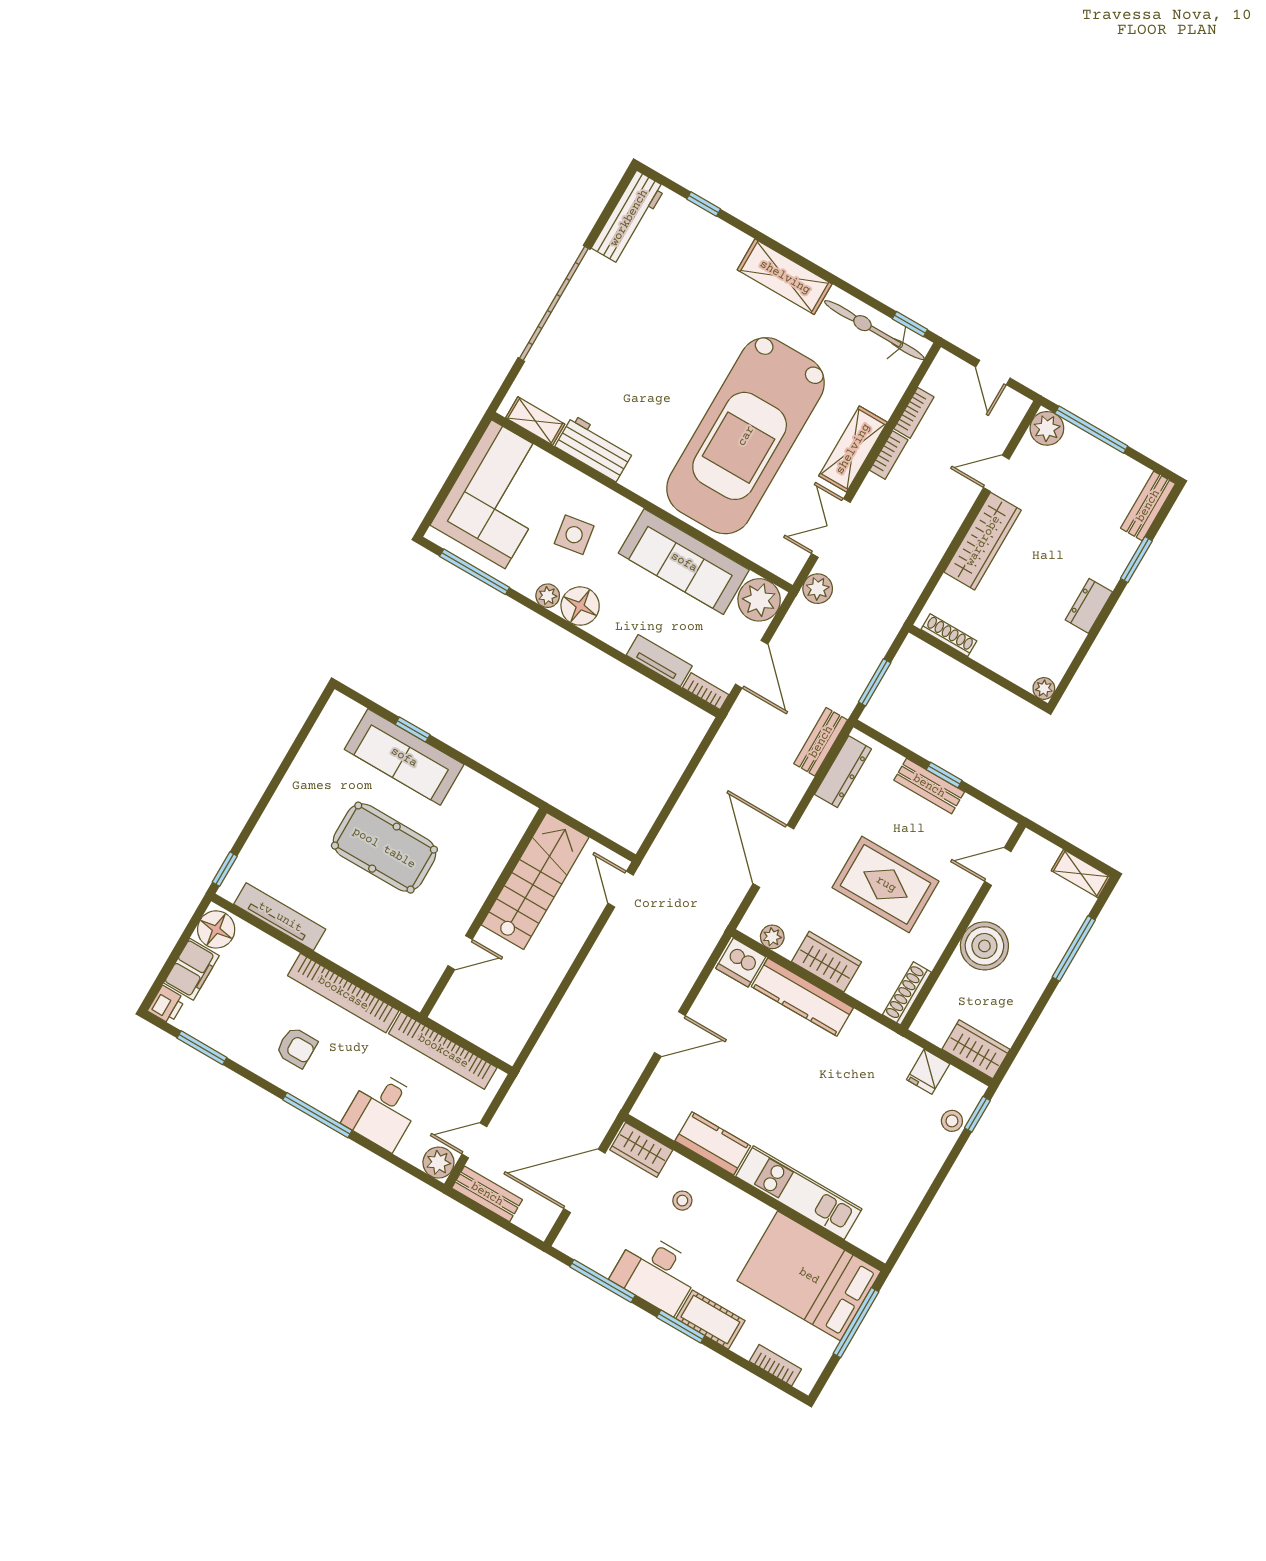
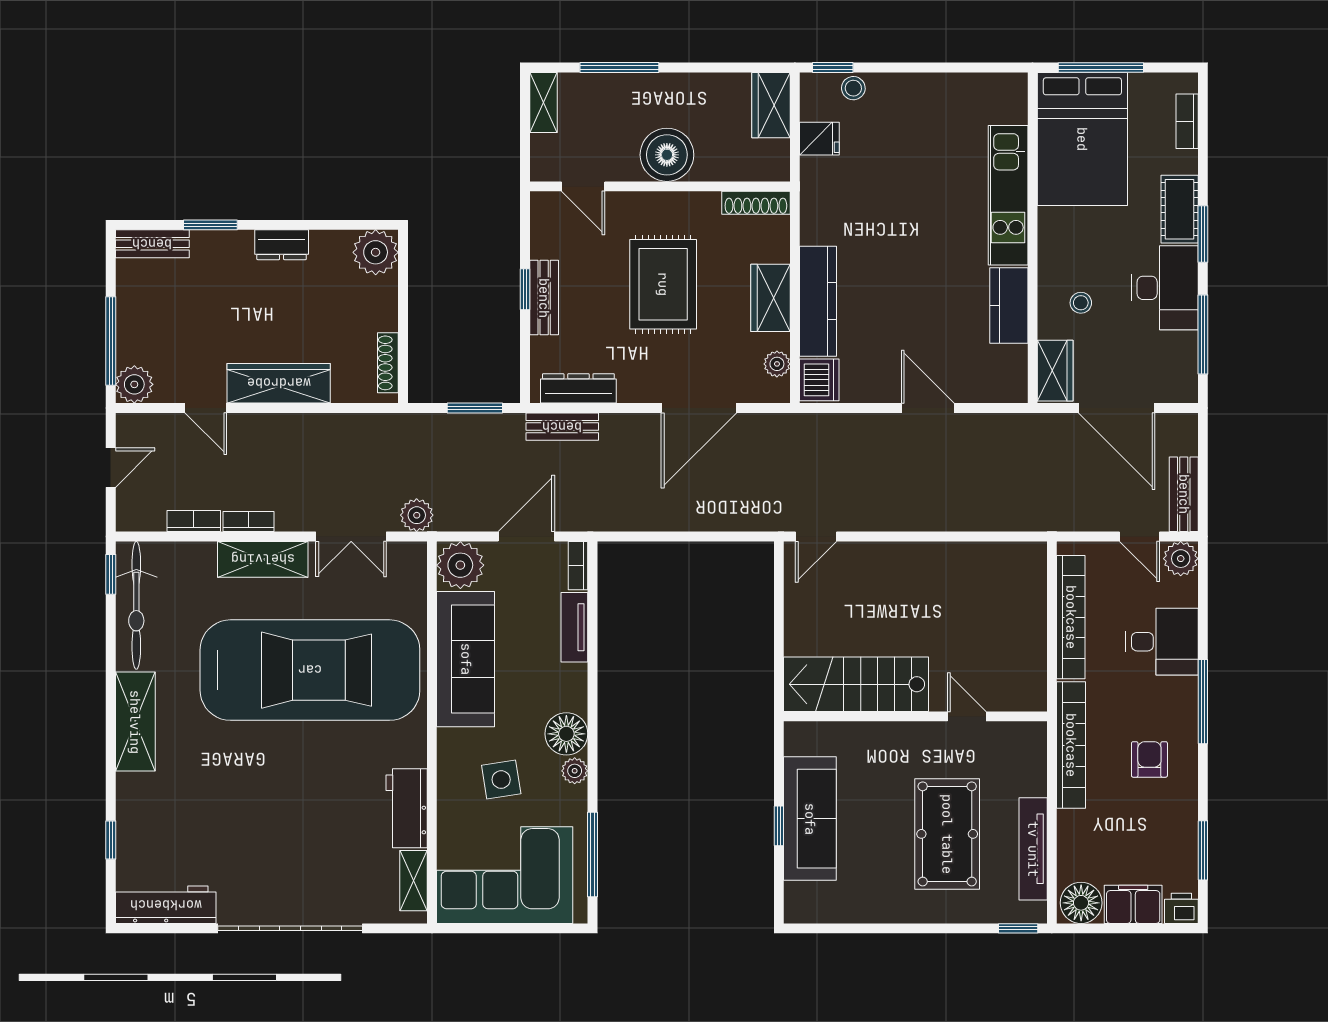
plant: (1044, 688) -> (376, 252), width x1.88, depth x1.88
pool table: (384, 848) -> (947, 834), moved
stairs: (535, 881) -> (856, 684), moved
wall: (483, 913) -> (915, 716), moved
door: (460, 953) -> (967, 716), moved

